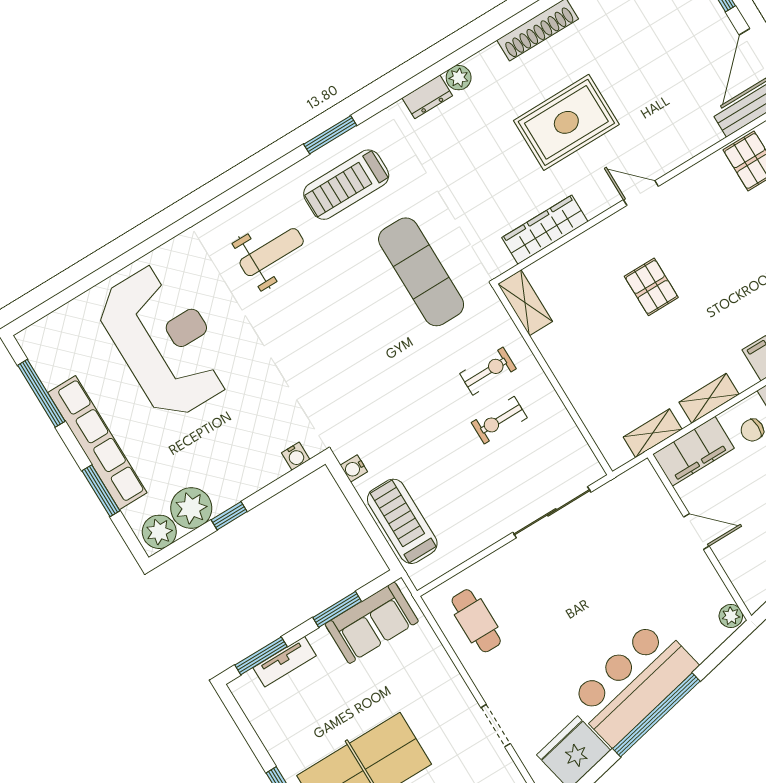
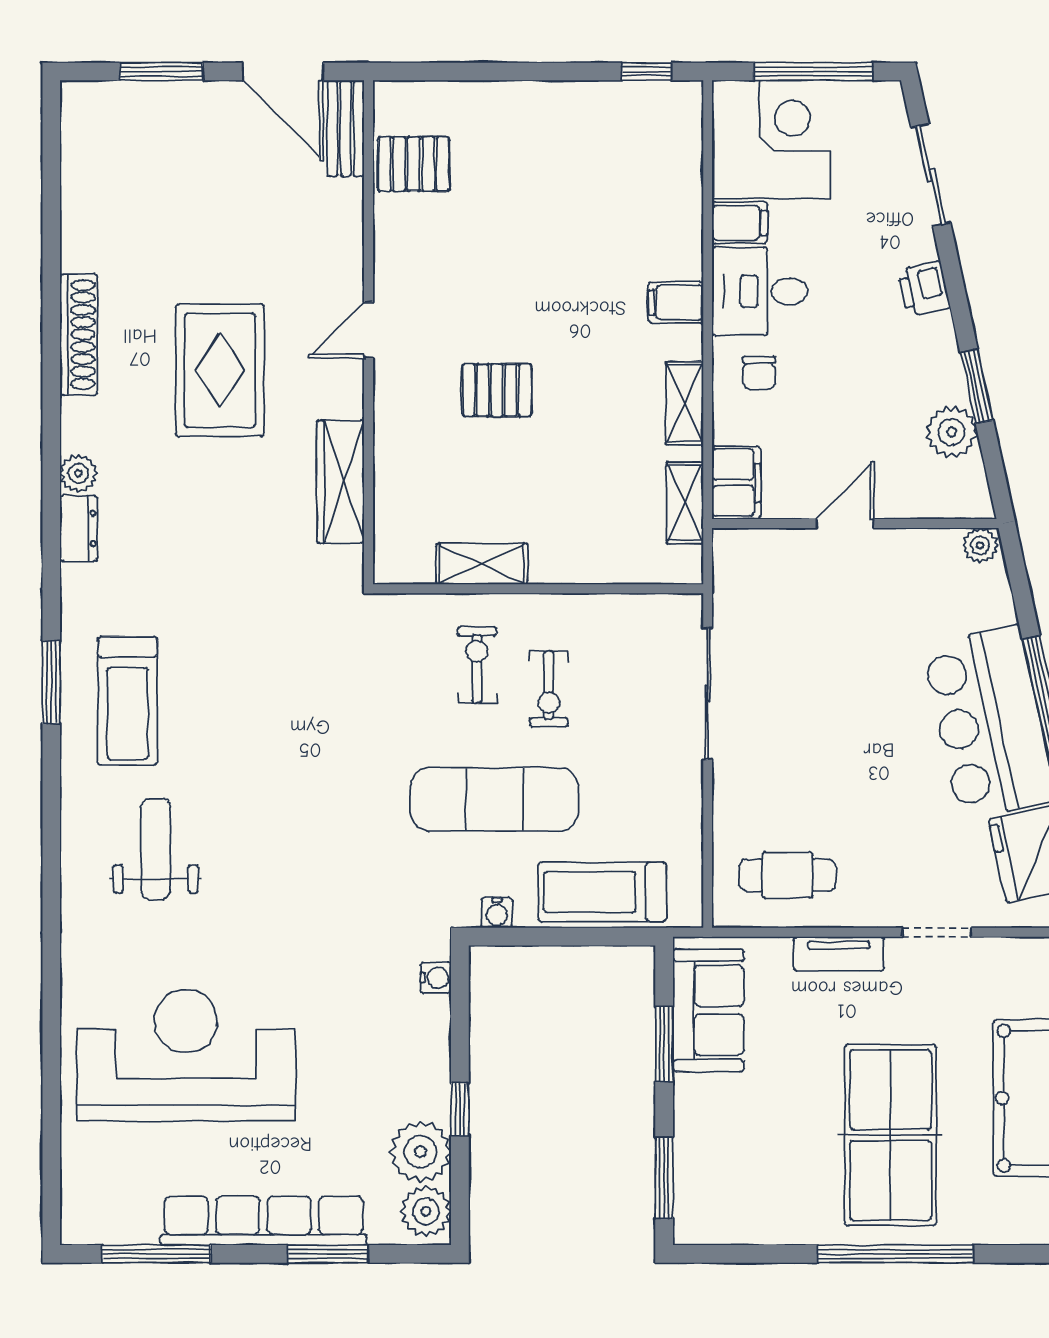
exercise mat: (421, 272) -> (494, 799), moved
shelving: (525, 303) -> (482, 564), moved
filing cabinet: (694, 451) -> (736, 483), width x0.67, depth x0.86
tv unit: (285, 662) -> (839, 954), moved, turned 90

